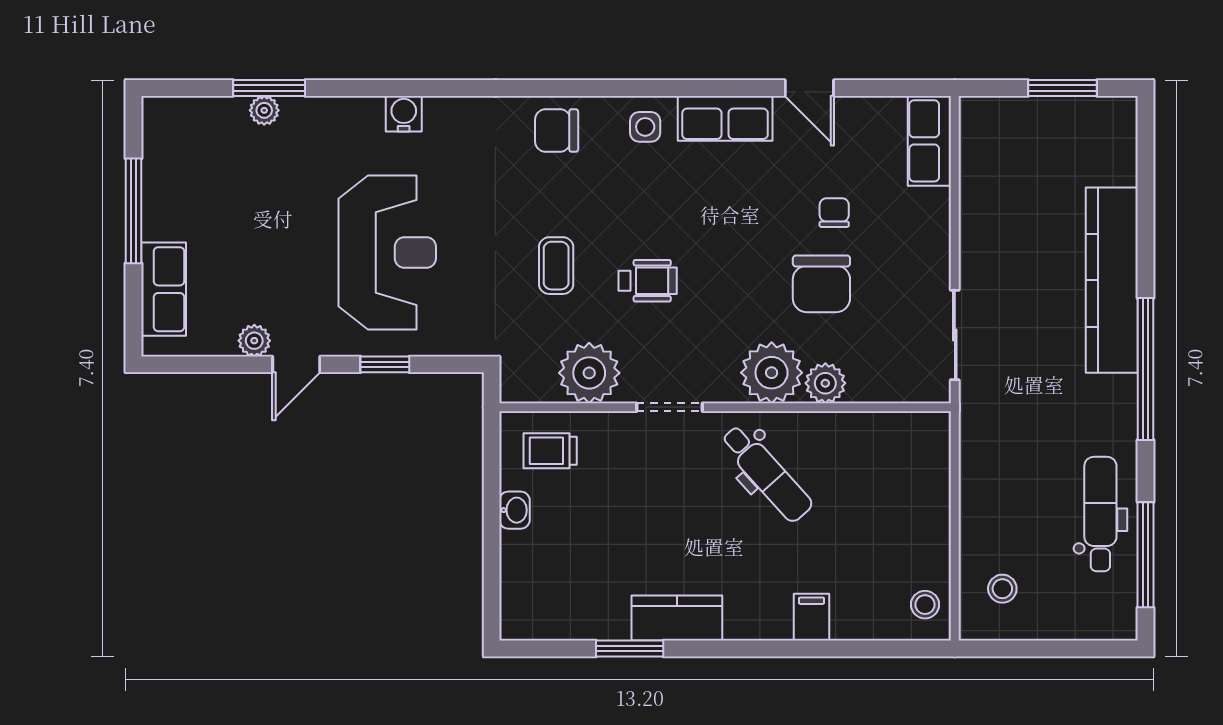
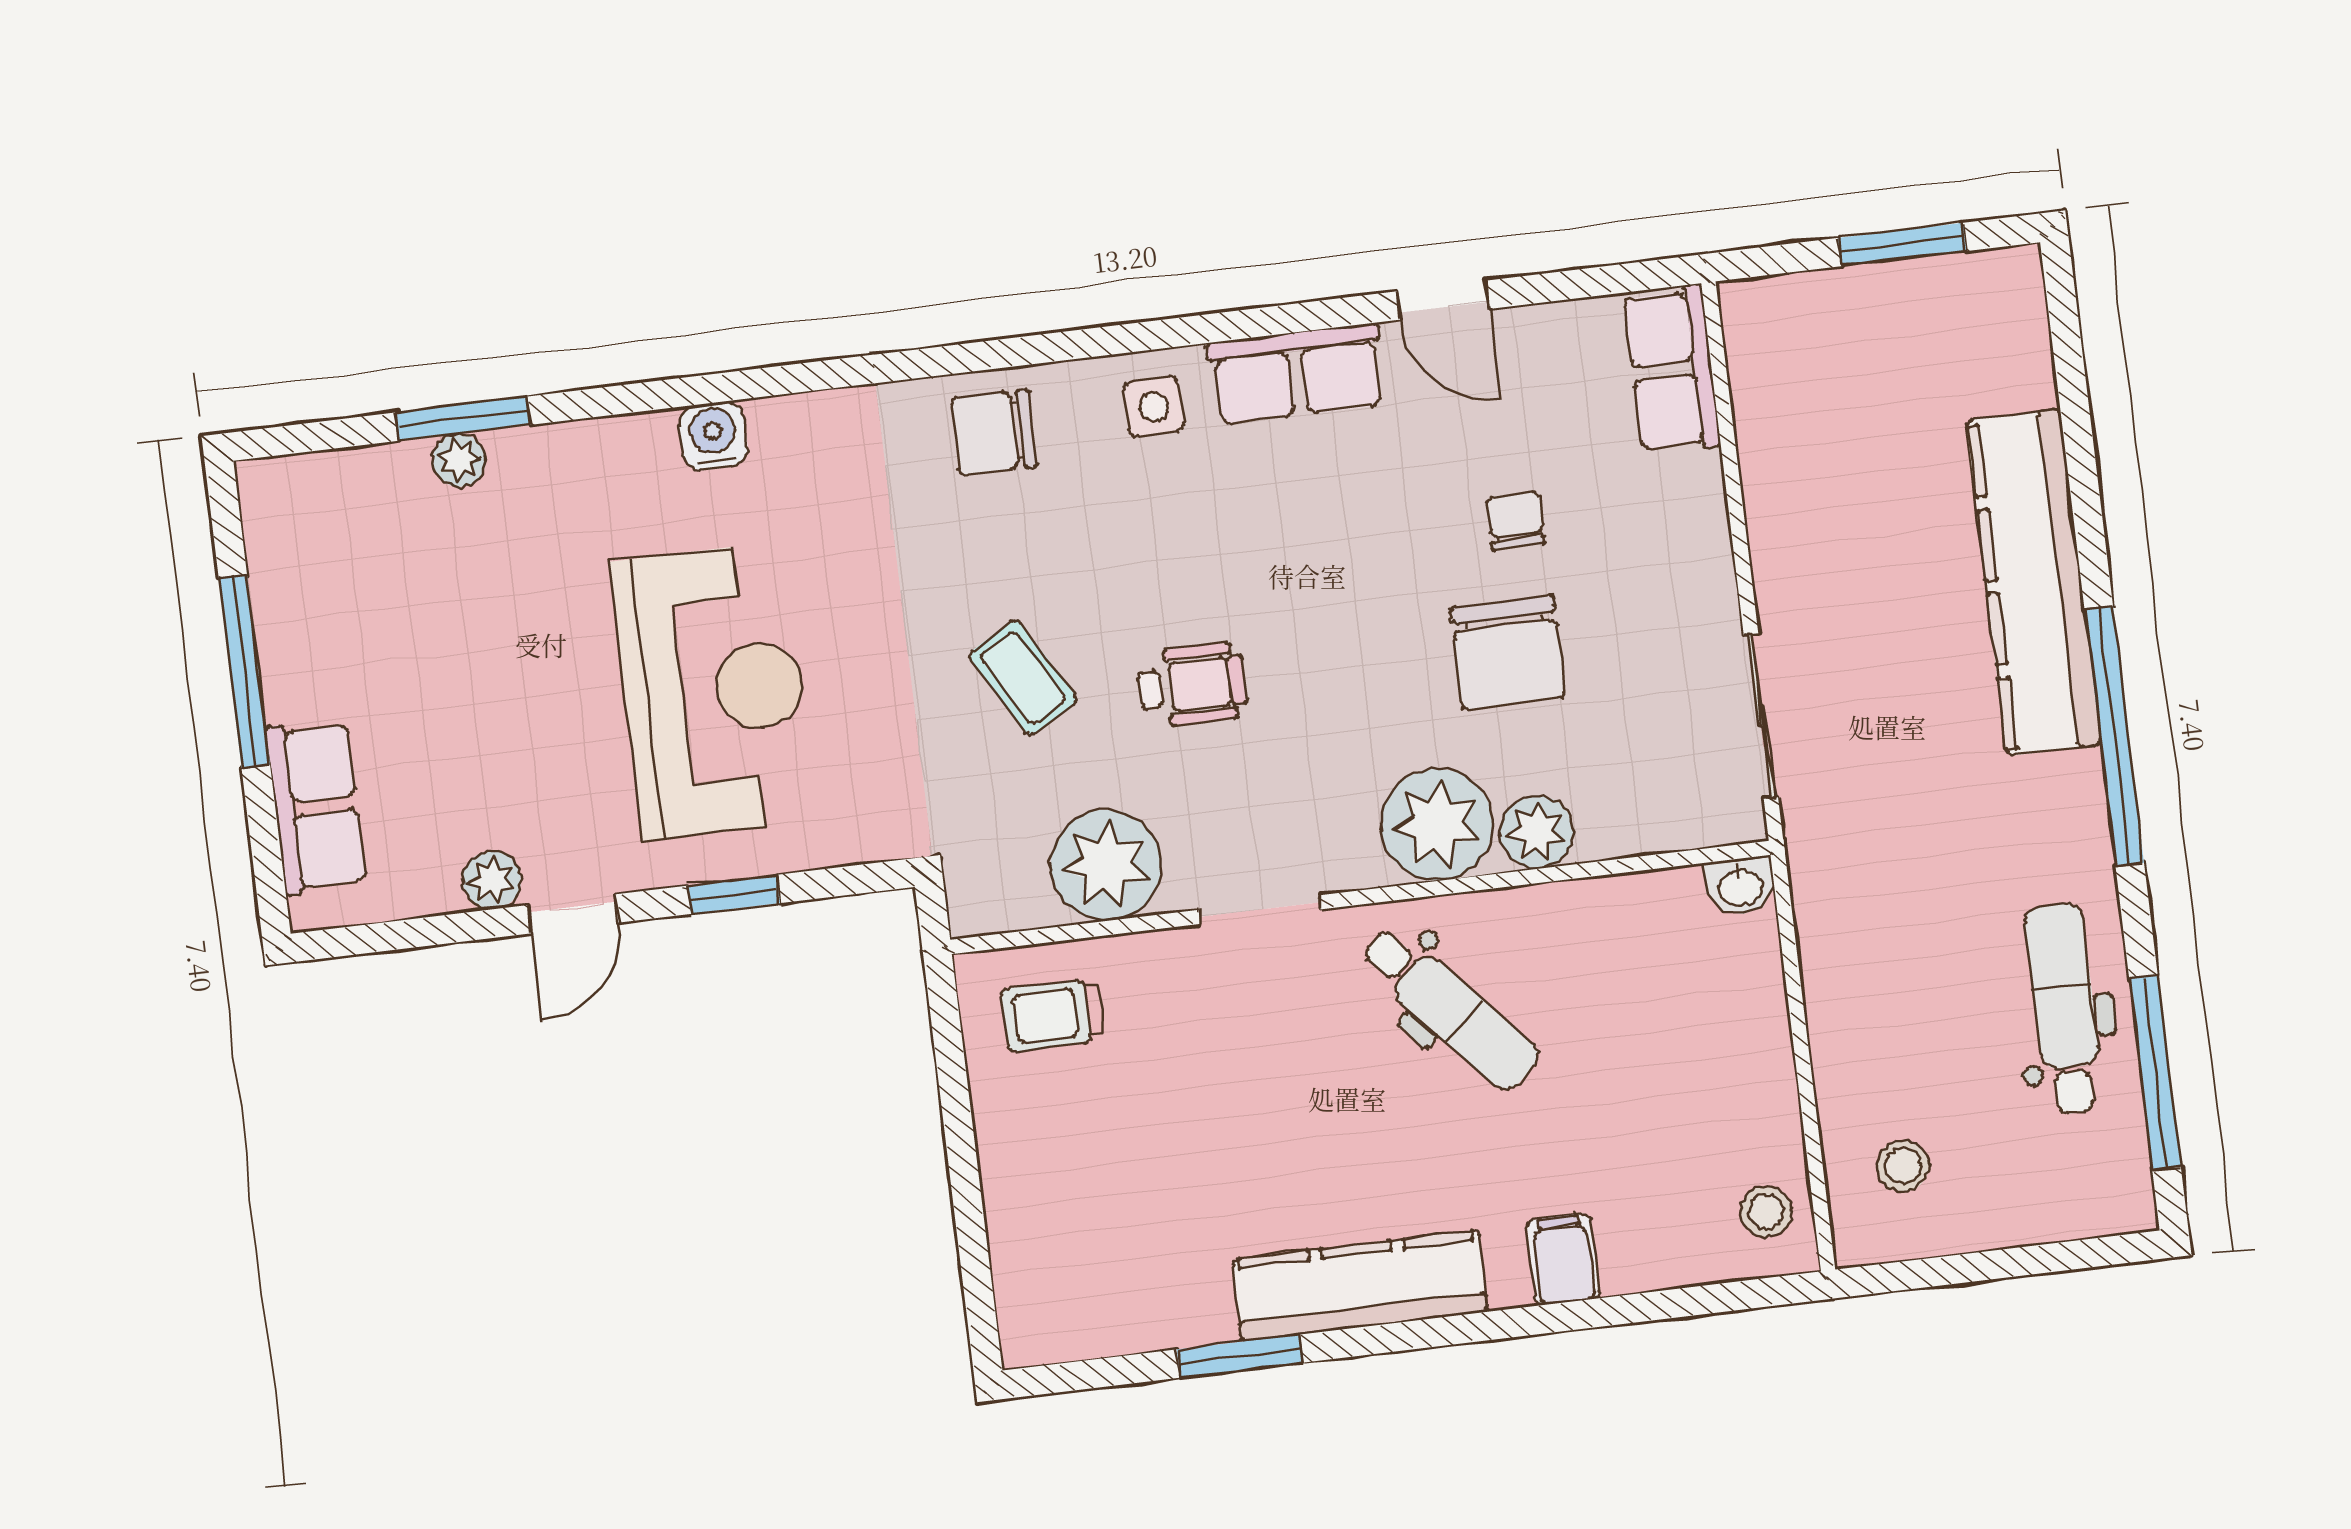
coffee table: (556, 266) -> (1023, 678), turned -30
washbasin: (515, 510) -> (1740, 886), moved, turned 90
kitchen counter: (677, 618) -> (1360, 1286), width x1.50

